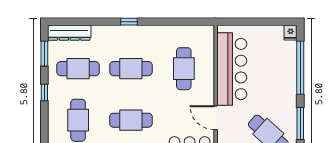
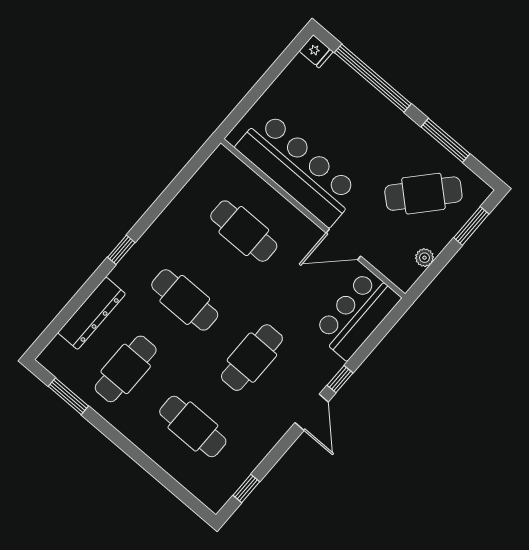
dresser: (69, 33) -> (92, 313), moved
cafe table: (131, 69) -> (185, 300), turned 90
window: (44, 93) -> (119, 440), removed

